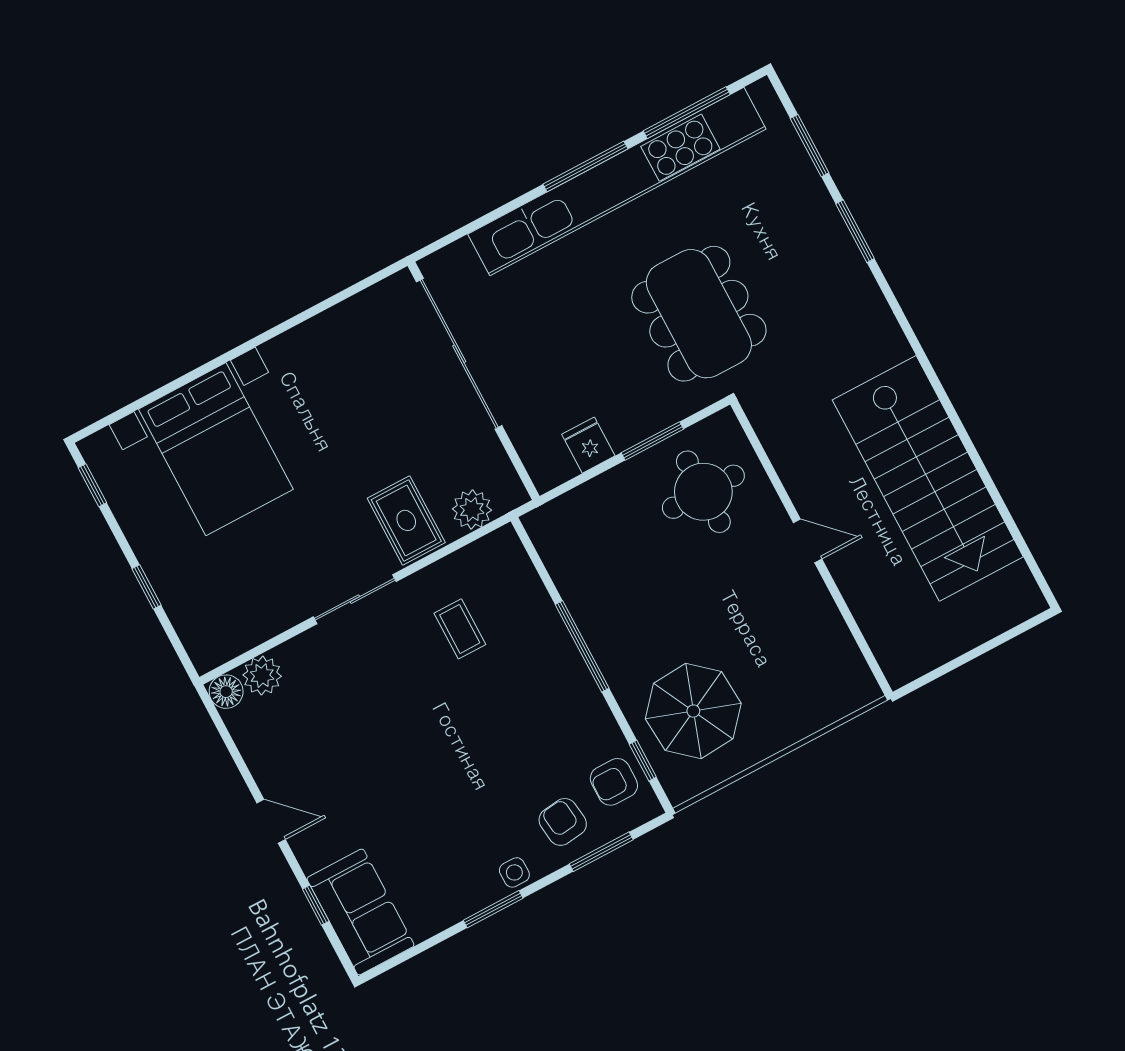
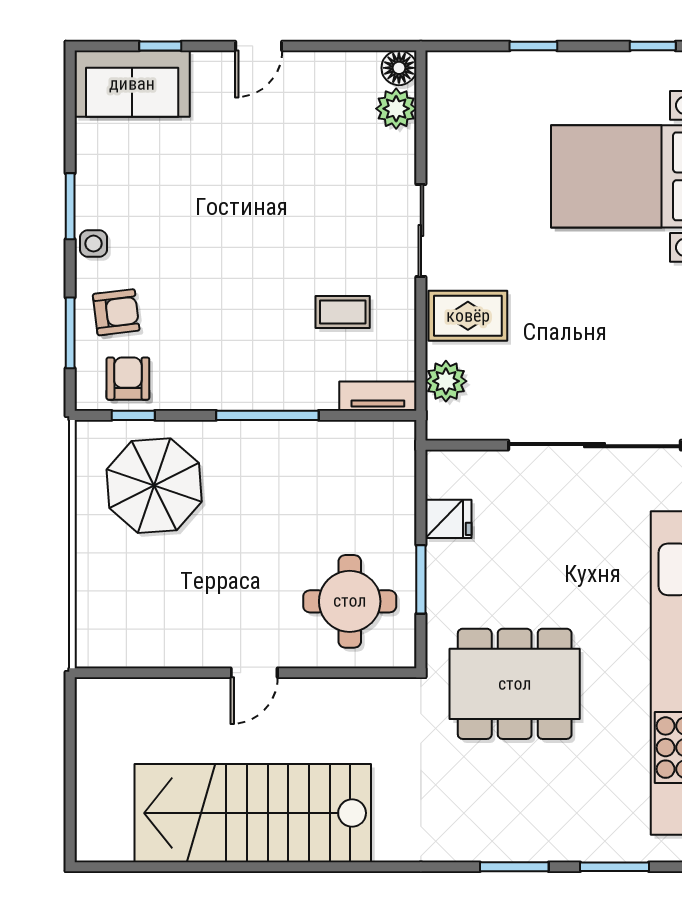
tv unit: (516, 561) -> (378, 396), added

